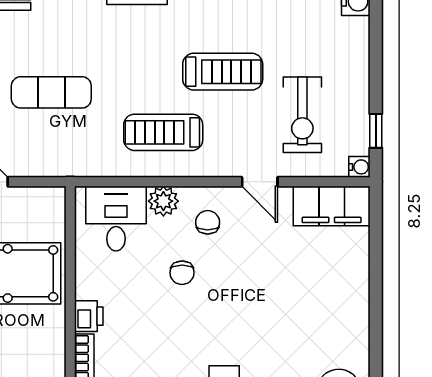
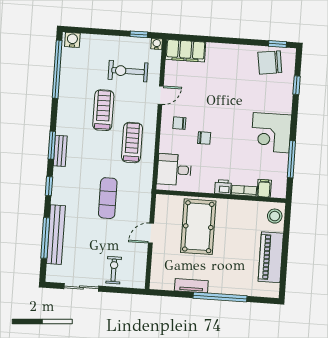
exercise bike: (302, 115) -> (128, 71), turned 180
treadmill: (163, 132) -> (132, 143), turned 180
plant: (163, 201) -> (167, 145), removed
filing cabinet: (332, 206) -> (186, 51), moved, turned 90

